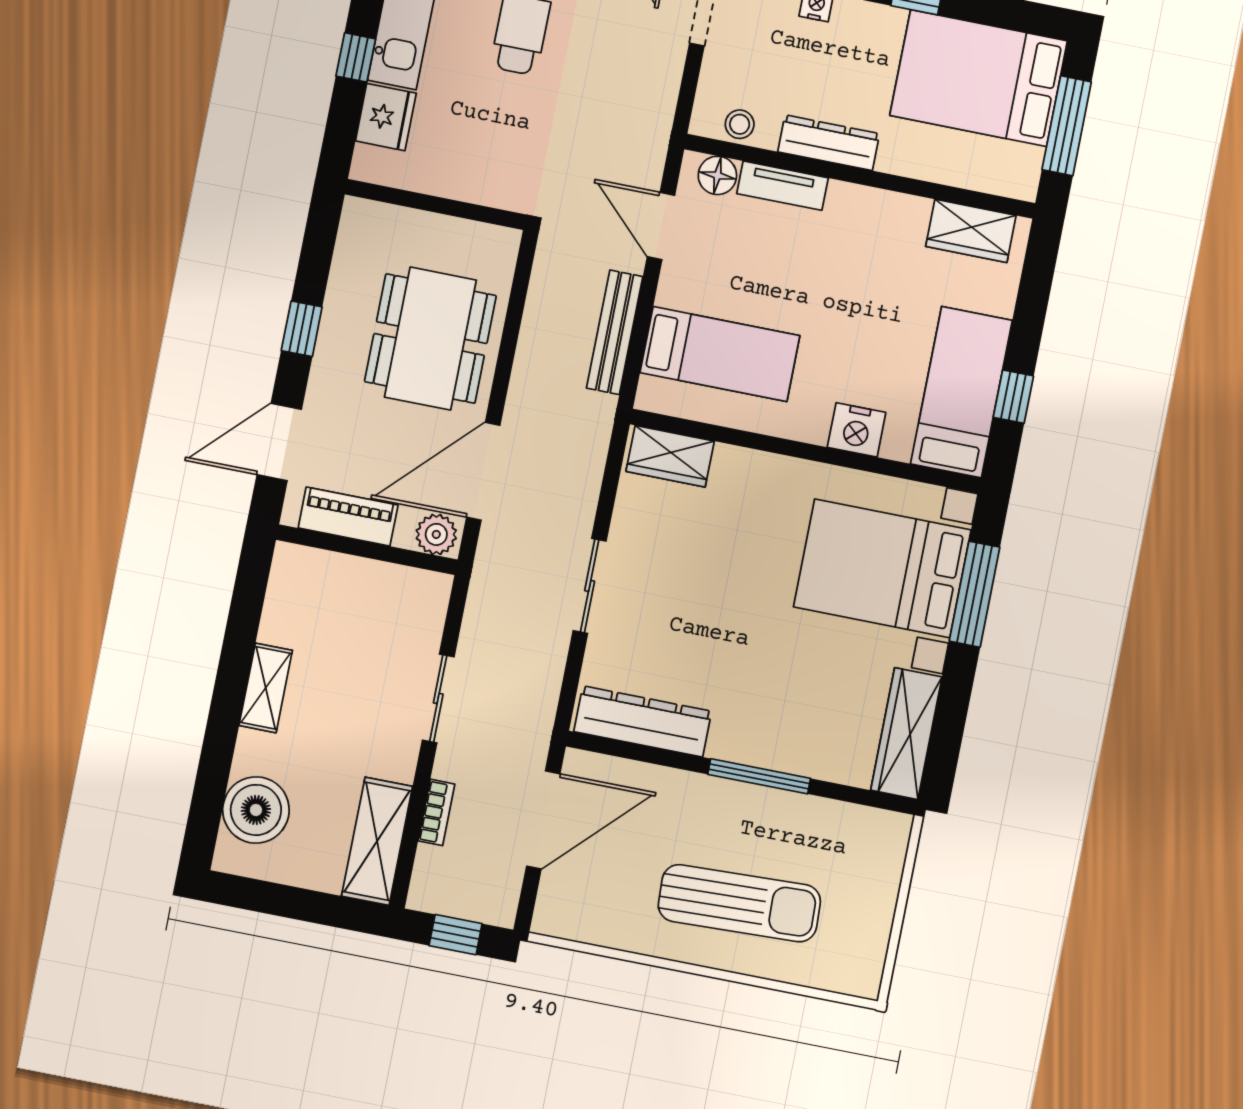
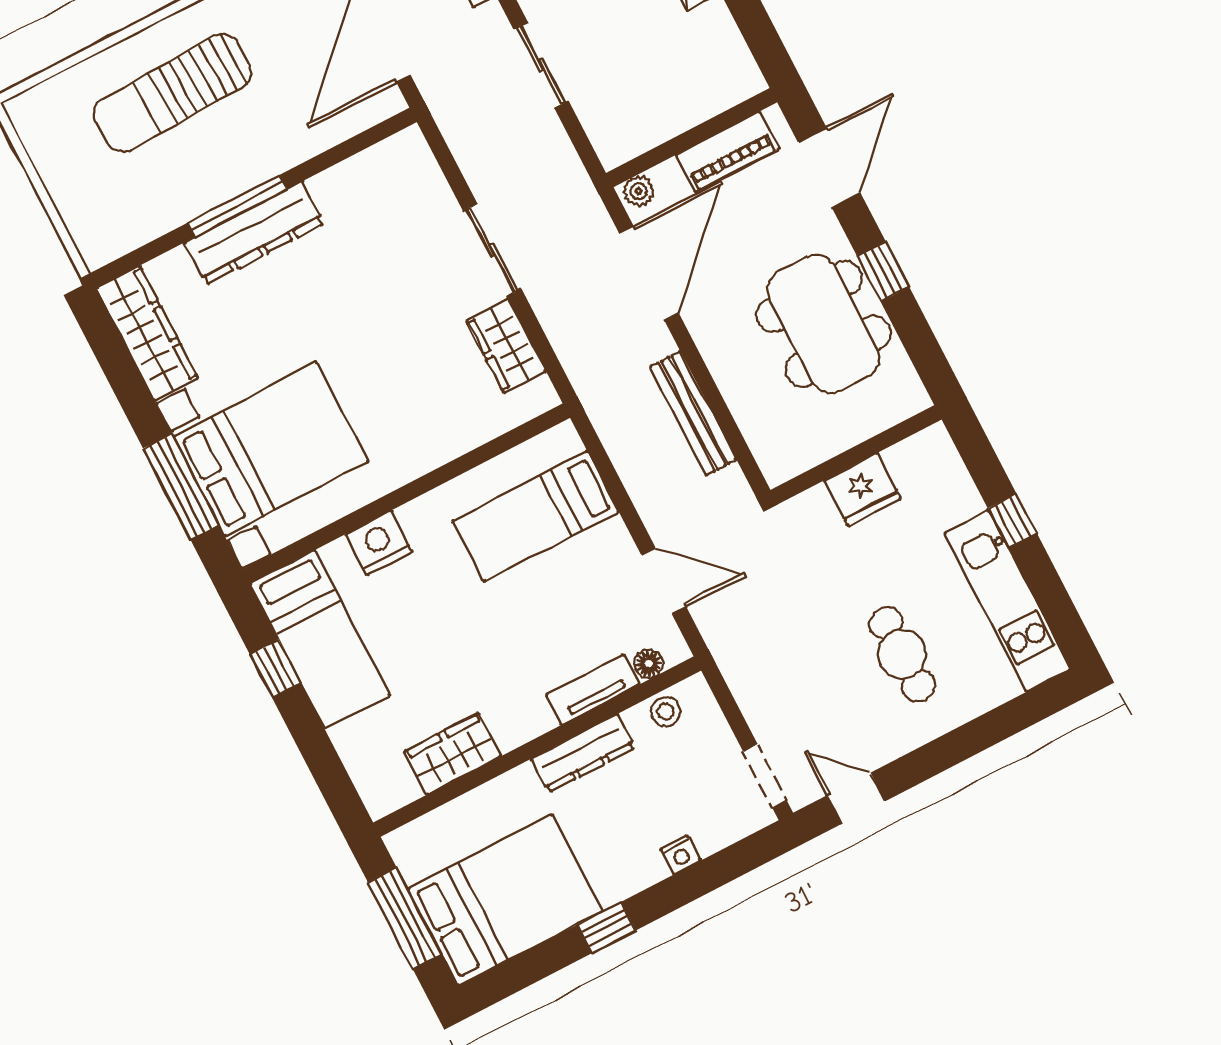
fridge: (386, 117) -> (863, 489), moved, turned -90
floor lamp: (717, 175) -> (649, 664), width x0.73, depth x0.73
wardrobe: (971, 231) -> (452, 754), moved
bench: (615, 332) -> (693, 413), moved
dining table: (430, 339) -> (824, 324), moved
wardrobe: (670, 456) -> (506, 346), moved, turned -90
plant: (436, 534) -> (639, 191), width x0.73, depth x0.73
dresser: (643, 721) -> (254, 233), moved

